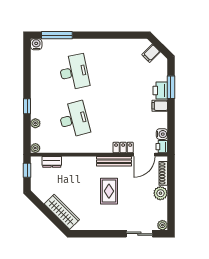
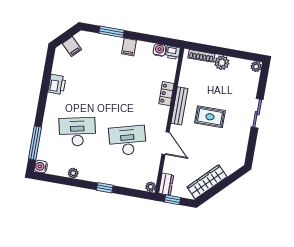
printer: (160, 90) -> (57, 84), moved, turned -90
plant: (35, 123) -> (73, 173), moved
door: (144, 155) -> (166, 143), moved
dresser: (52, 162) -> (166, 184), moved
wardrobe: (62, 212) -> (207, 182), moved
sliding door: (139, 234) -> (257, 113), moved

